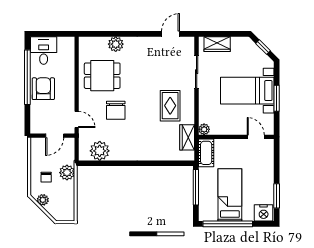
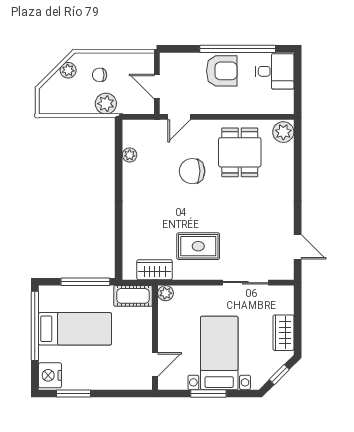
plant: (116, 44) -> (283, 132), moved
wardrobe: (217, 44) -> (283, 333), moved
plant: (100, 151) -> (130, 155), width x0.53, depth x0.53

